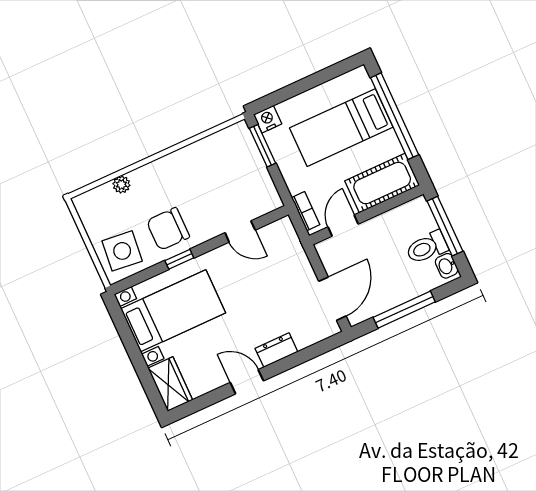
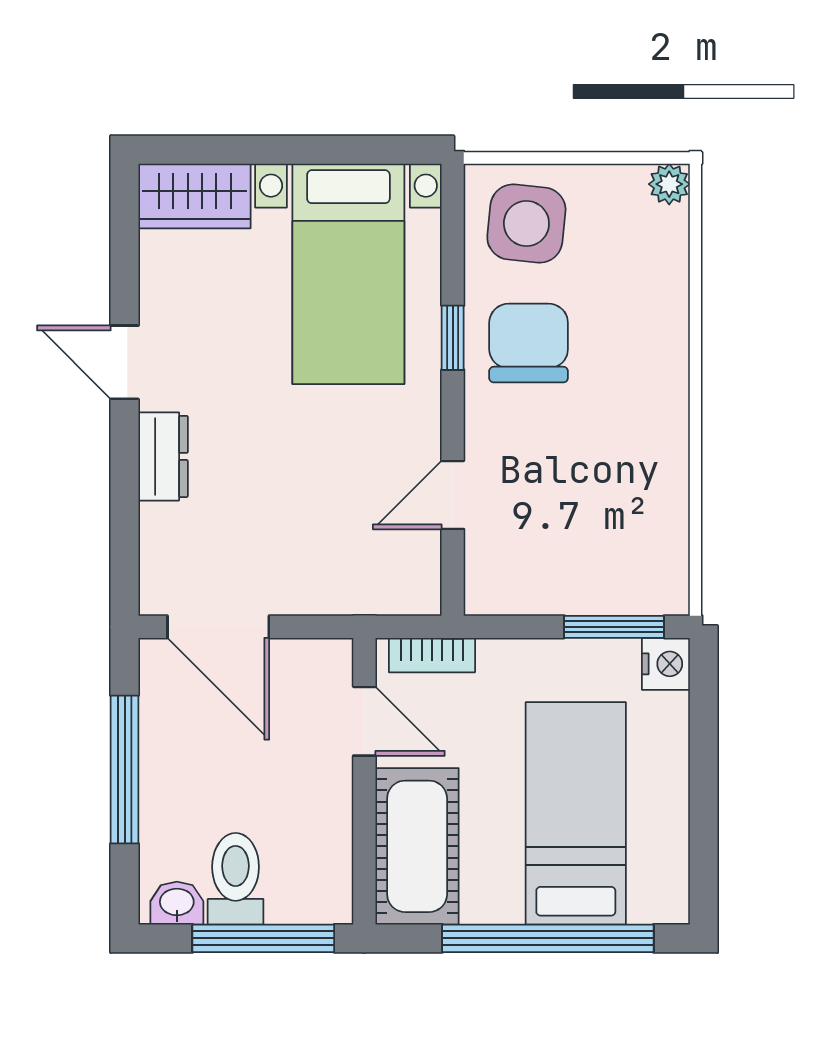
plant: (121, 185) -> (669, 184), moved
door: (247, 382) -> (125, 362), swing flipped

